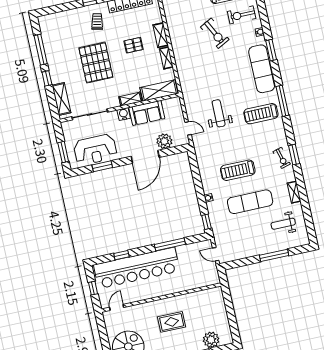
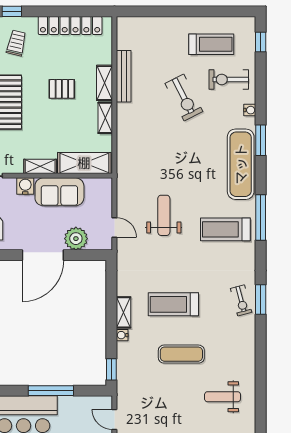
bench: (172, 28) -> (124, 76), added
shelving: (294, 192) -> (124, 312), moved
exercise mat: (250, 202) -> (181, 354), width x0.73, depth x0.69

